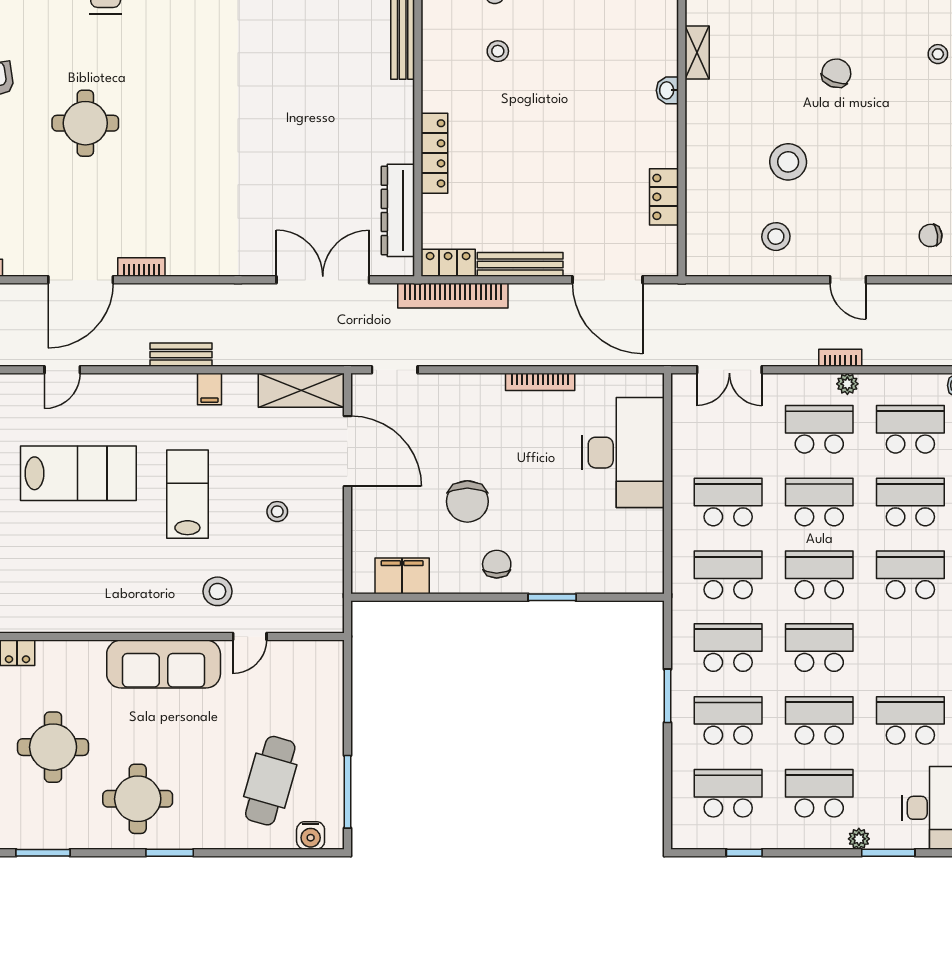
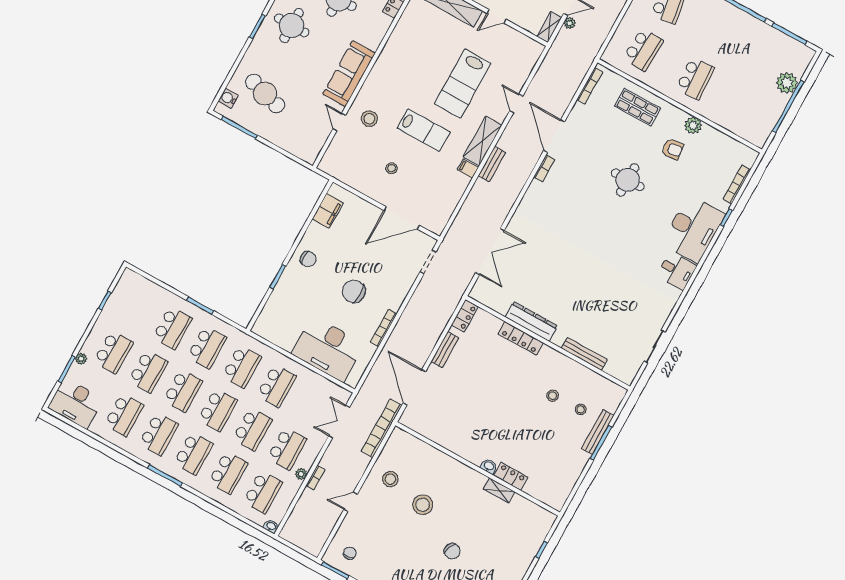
locker: (664, 197) -> (511, 476), moved
dresser: (398, 210) -> (531, 321), moved
bench: (520, 264) -> (445, 350), width x0.73
door: (607, 280) -> (414, 387), hinge flipped
bookcase: (453, 296) -> (382, 428), moved
shelving: (301, 390) -> (482, 141), moved
chair: (467, 501) -> (354, 291), moved
school desk: (728, 793) -> (159, 434), moved

